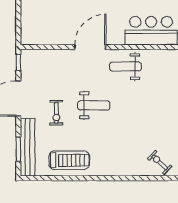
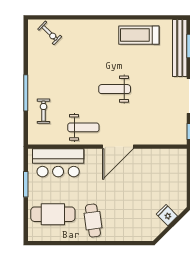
exercise bike: (56, 113) -> (44, 111), moved

